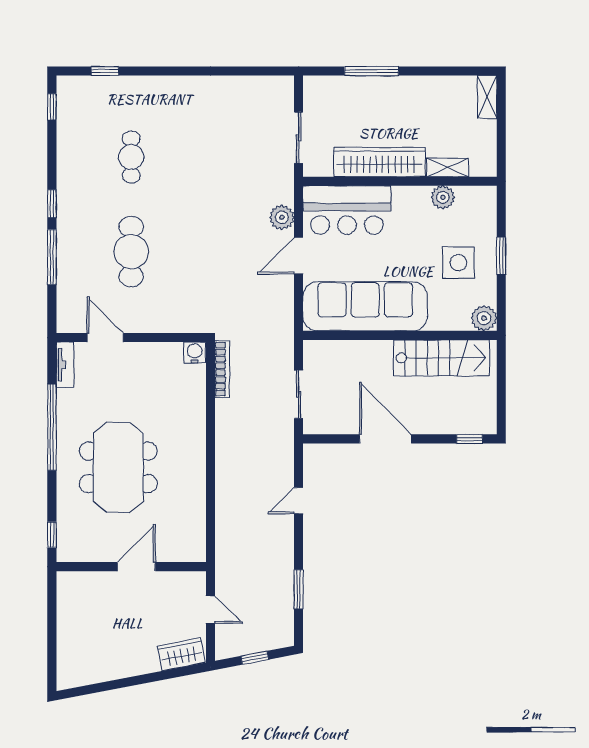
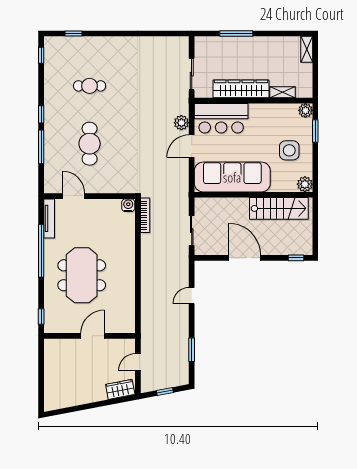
cafe table: (131, 157) -> (90, 86), turned 90
plant: (443, 197) -> (305, 110), moved
window: (501, 256) -> (315, 131), moved
tv unit: (65, 365) -> (49, 218), width x1.41
door: (210, 610) -> (138, 362), swing flipped

